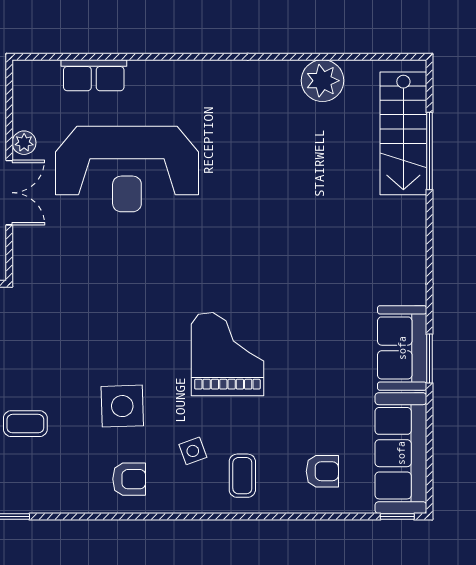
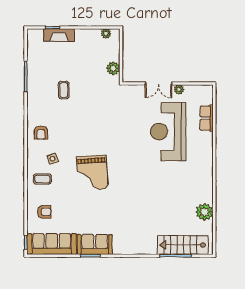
grand piano: (227, 354) -> (92, 173), turned 86
side table: (122, 406) -> (71, 130), removed
armchair: (322, 471) -> (44, 212), turned -90

